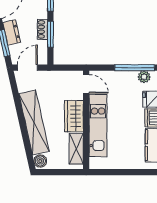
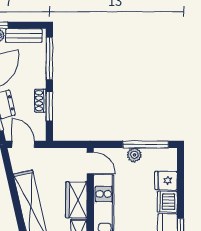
door: (27, 68) -> (23, 144), hinge flipped
plant: (144, 77) -> (134, 155), moved

